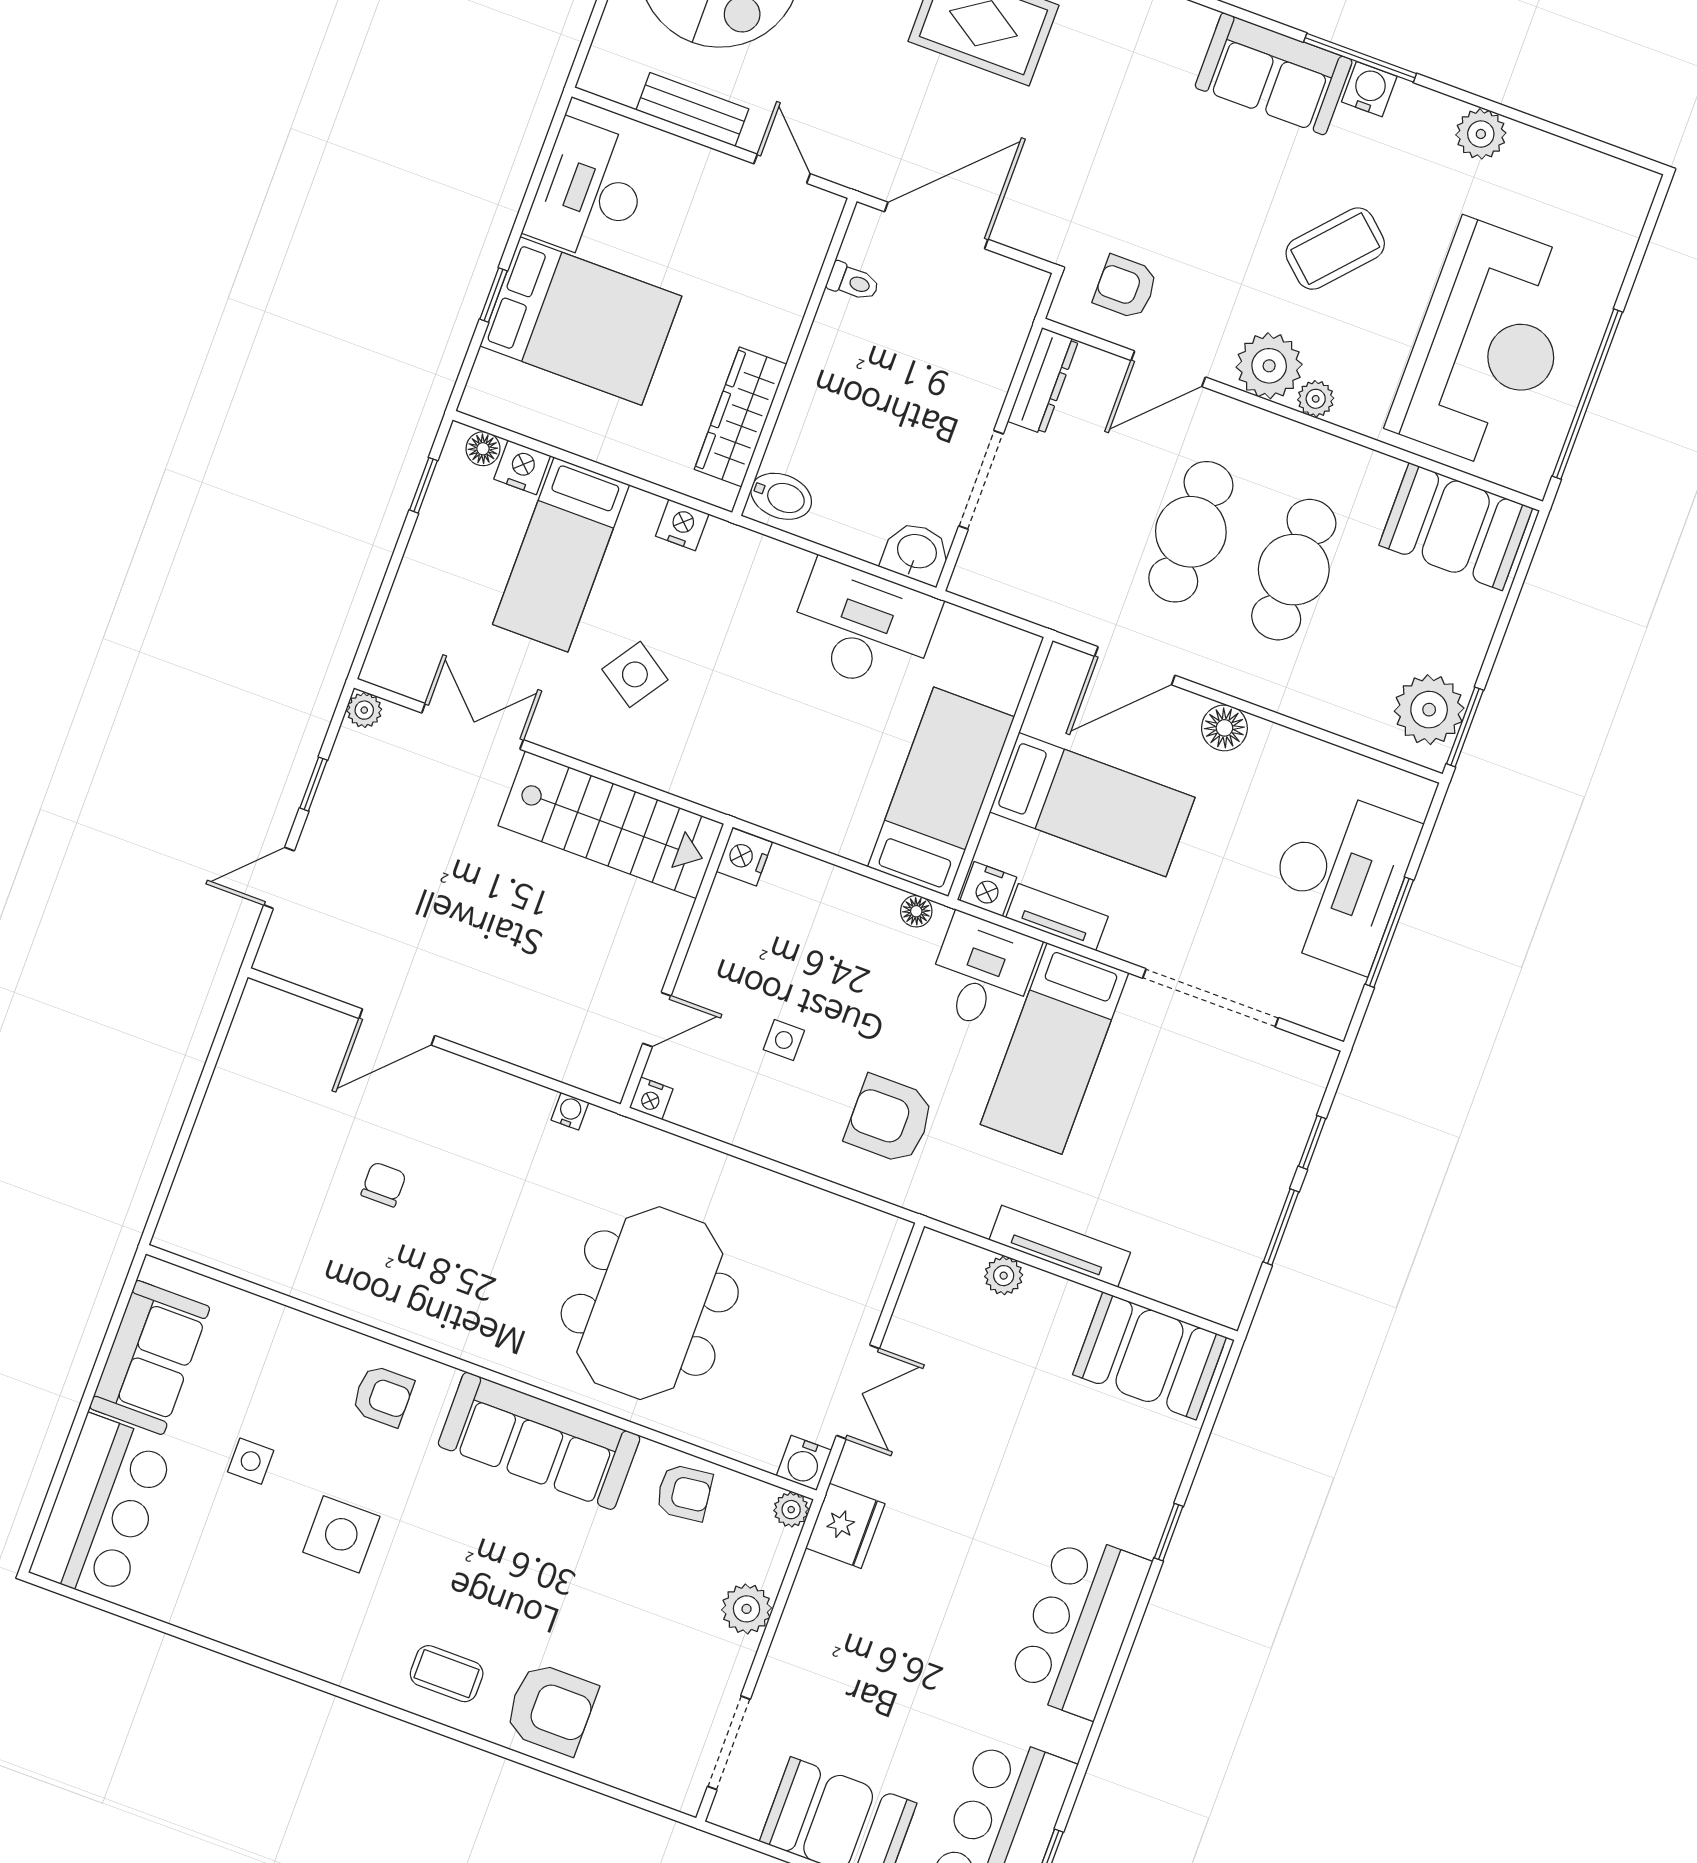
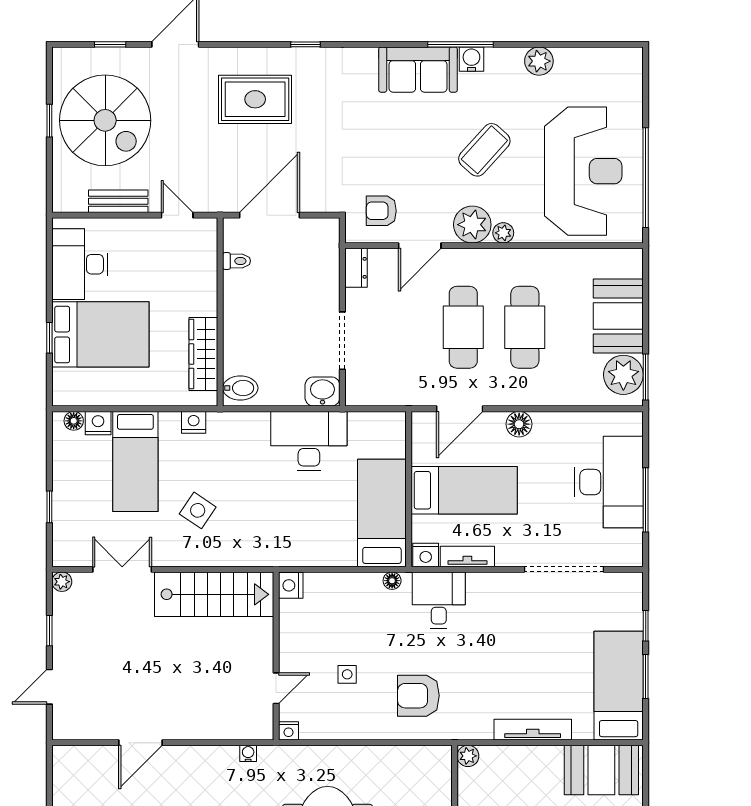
dresser: (1043, 381) -> (356, 268), width x0.70
window: (423, 485) -> (49, 507), moved
booth: (1456, 527) -> (618, 316), moved, turned 90
bed: (1055, 1049) -> (619, 686), moved, turned 180
plant: (1004, 1276) -> (468, 756), moved

